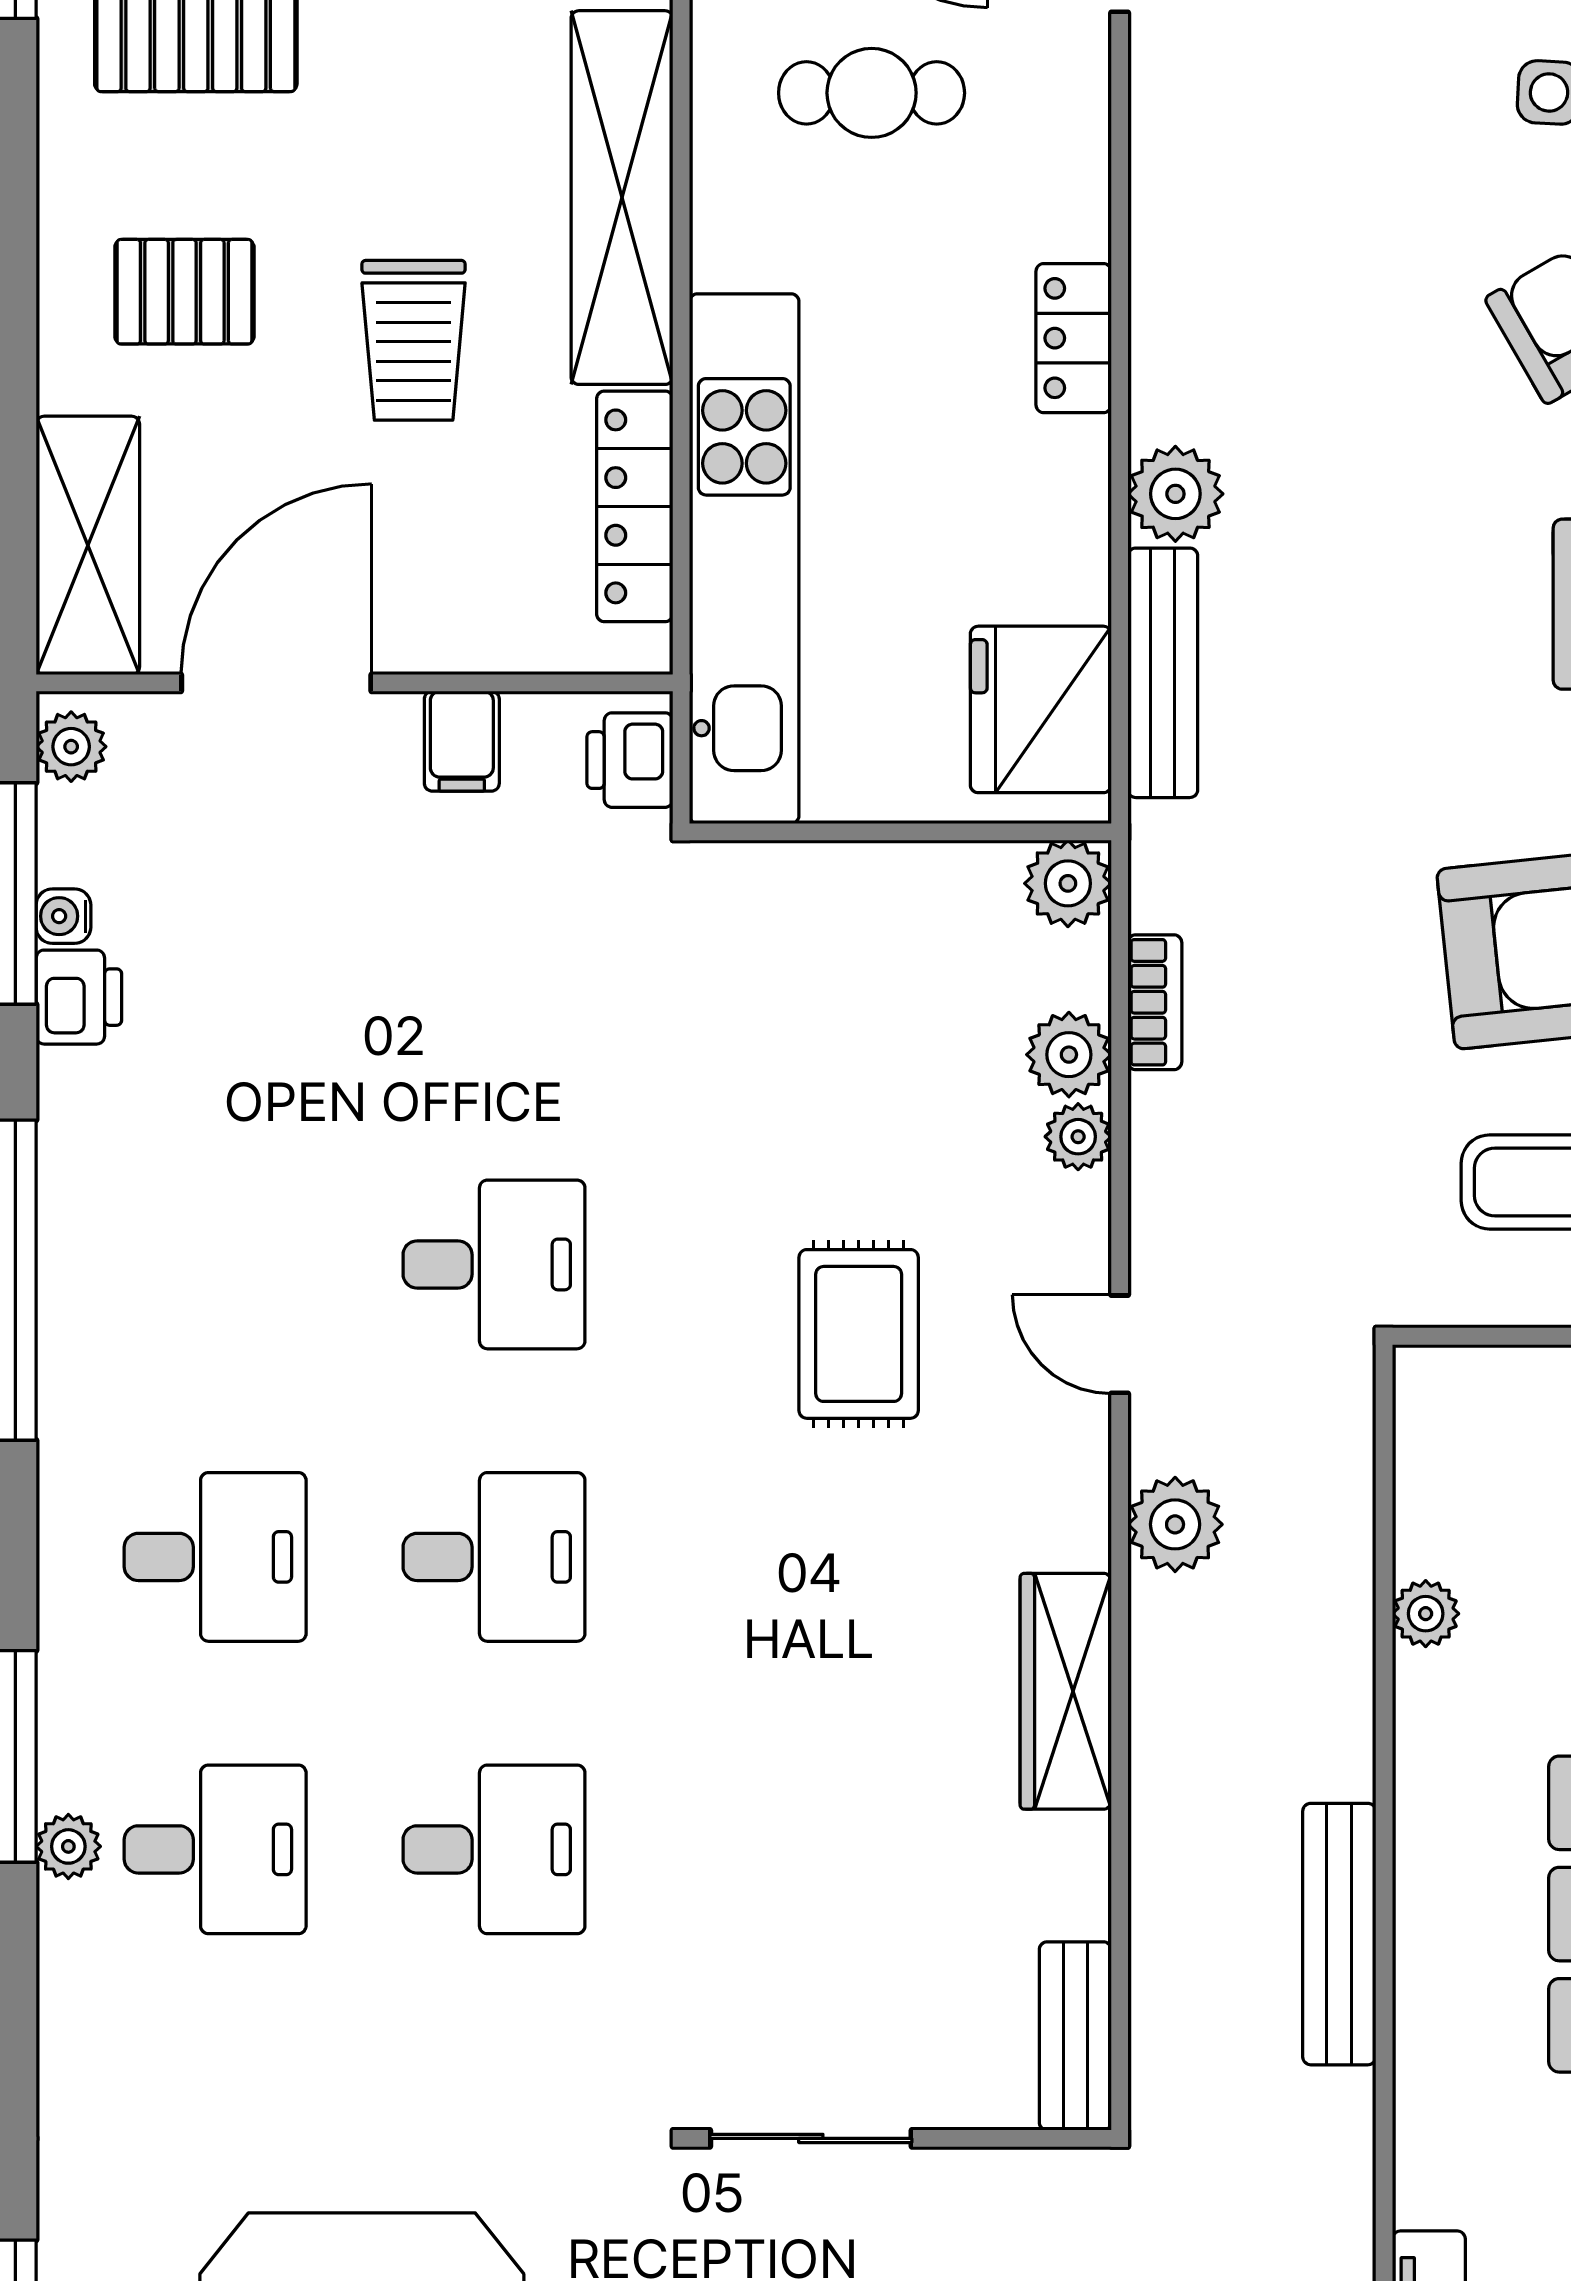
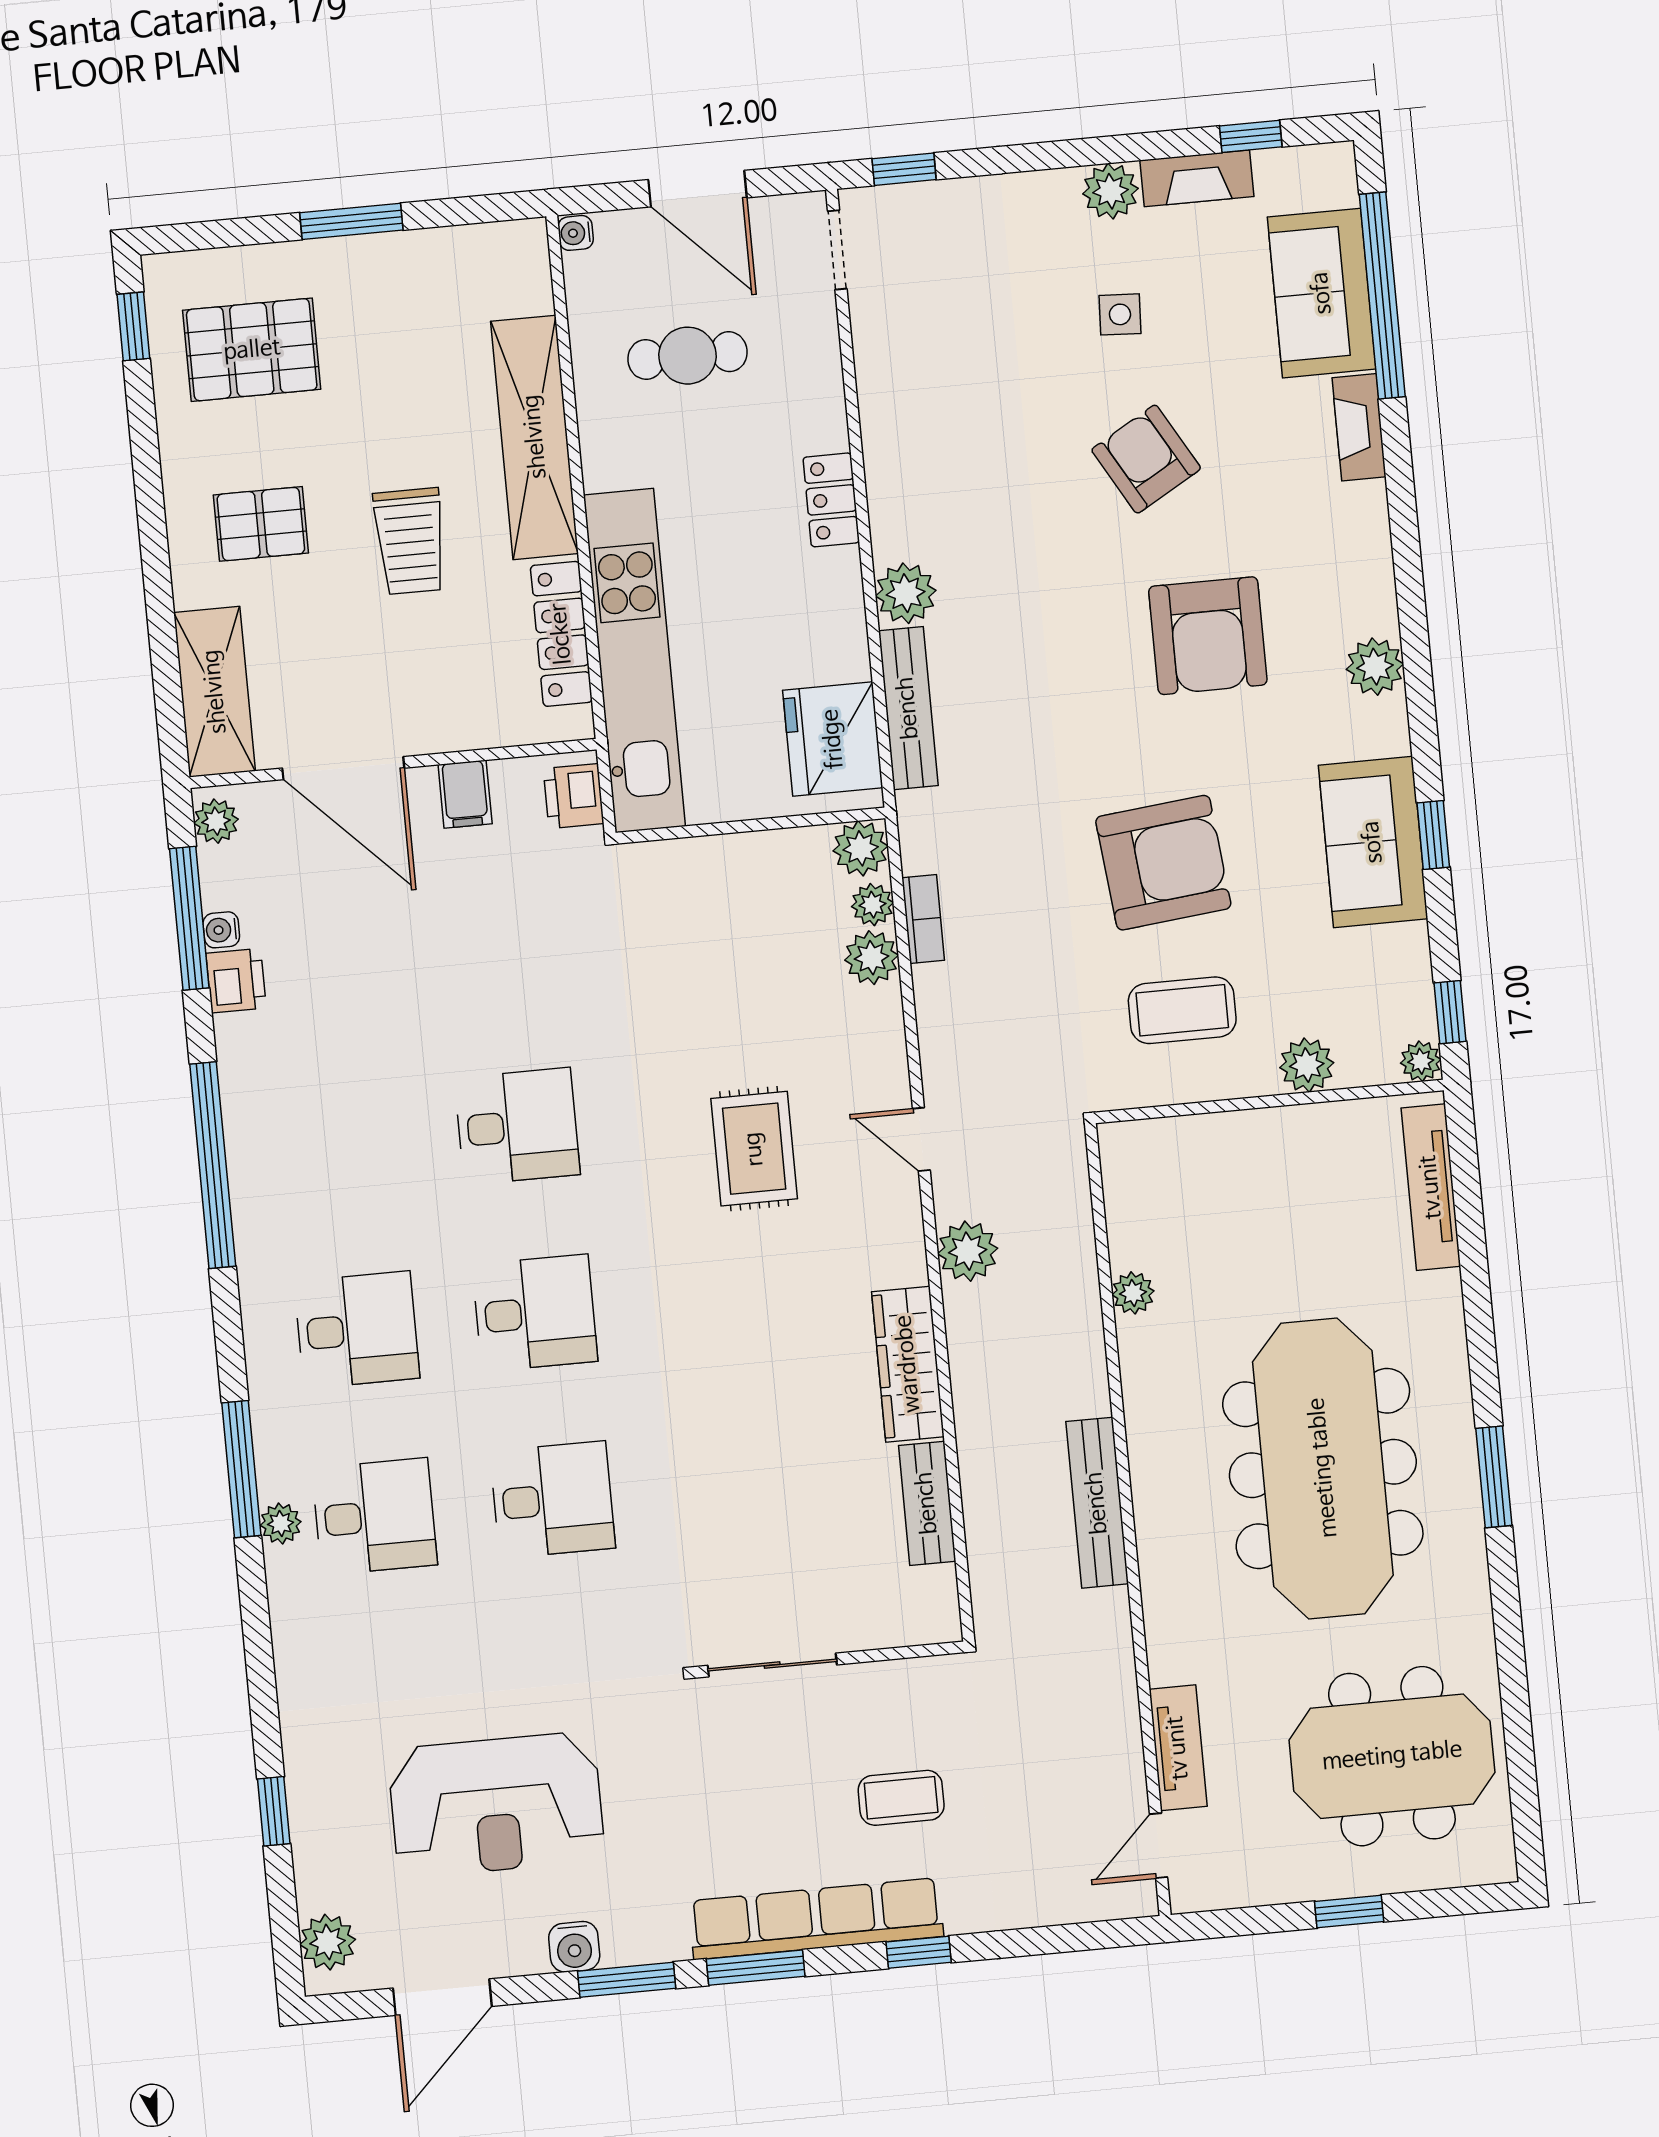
door: (276, 683) -> (343, 768), swing flipped
plant: (1078, 1137) -> (872, 905), moved
bench: (1075, 2036) -> (927, 1503), moved

